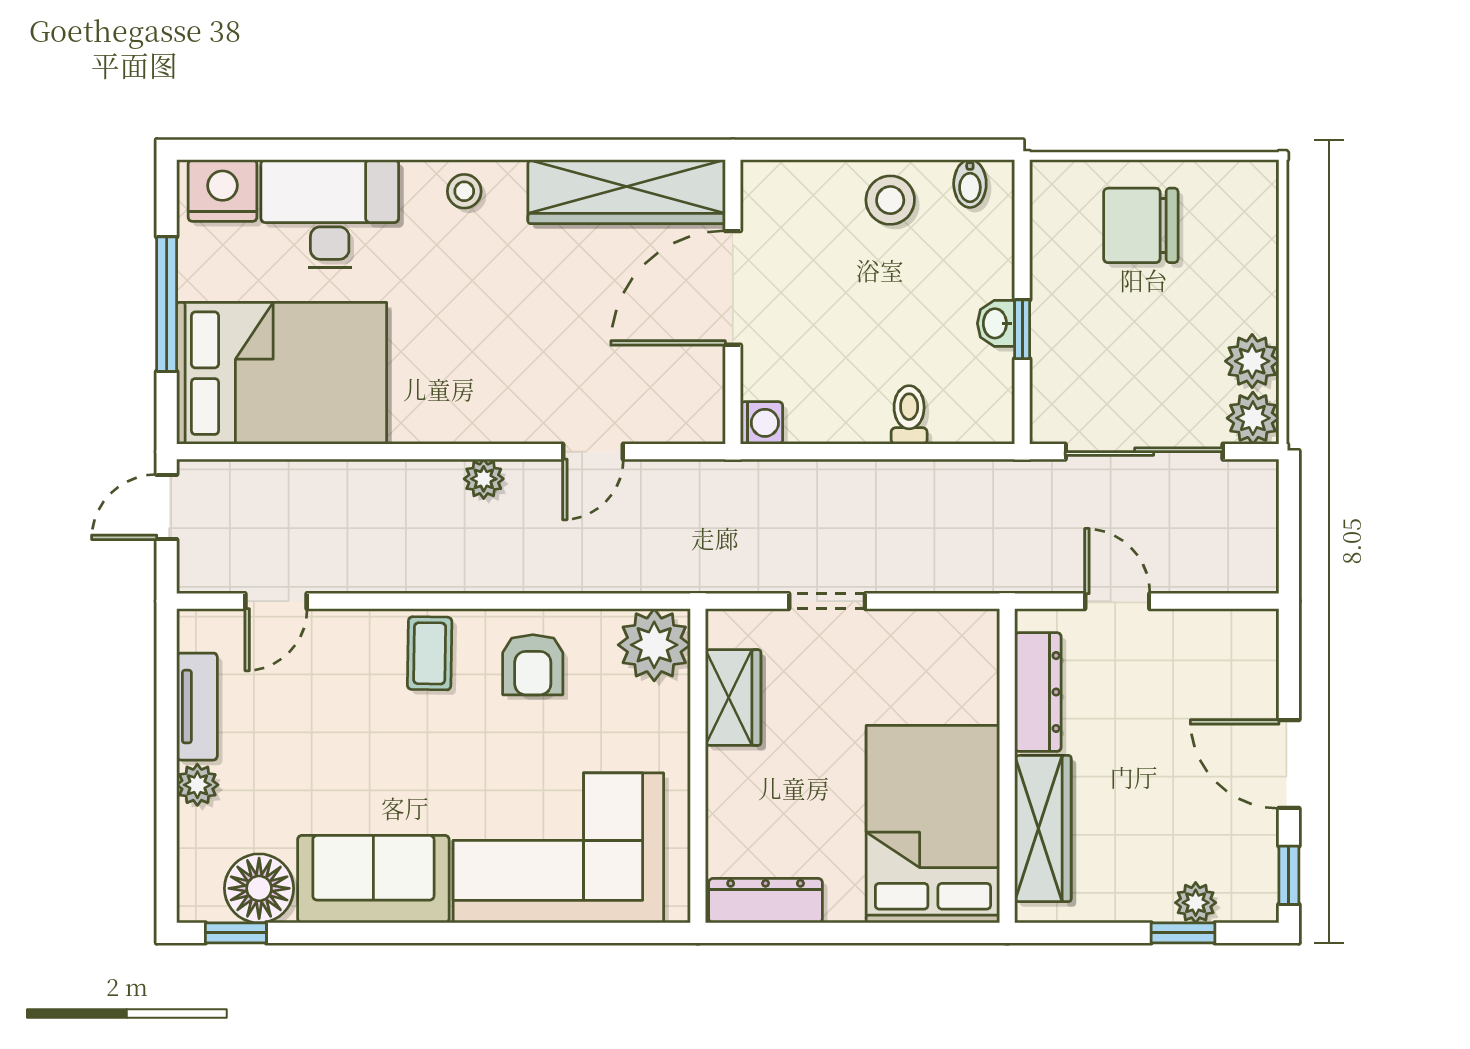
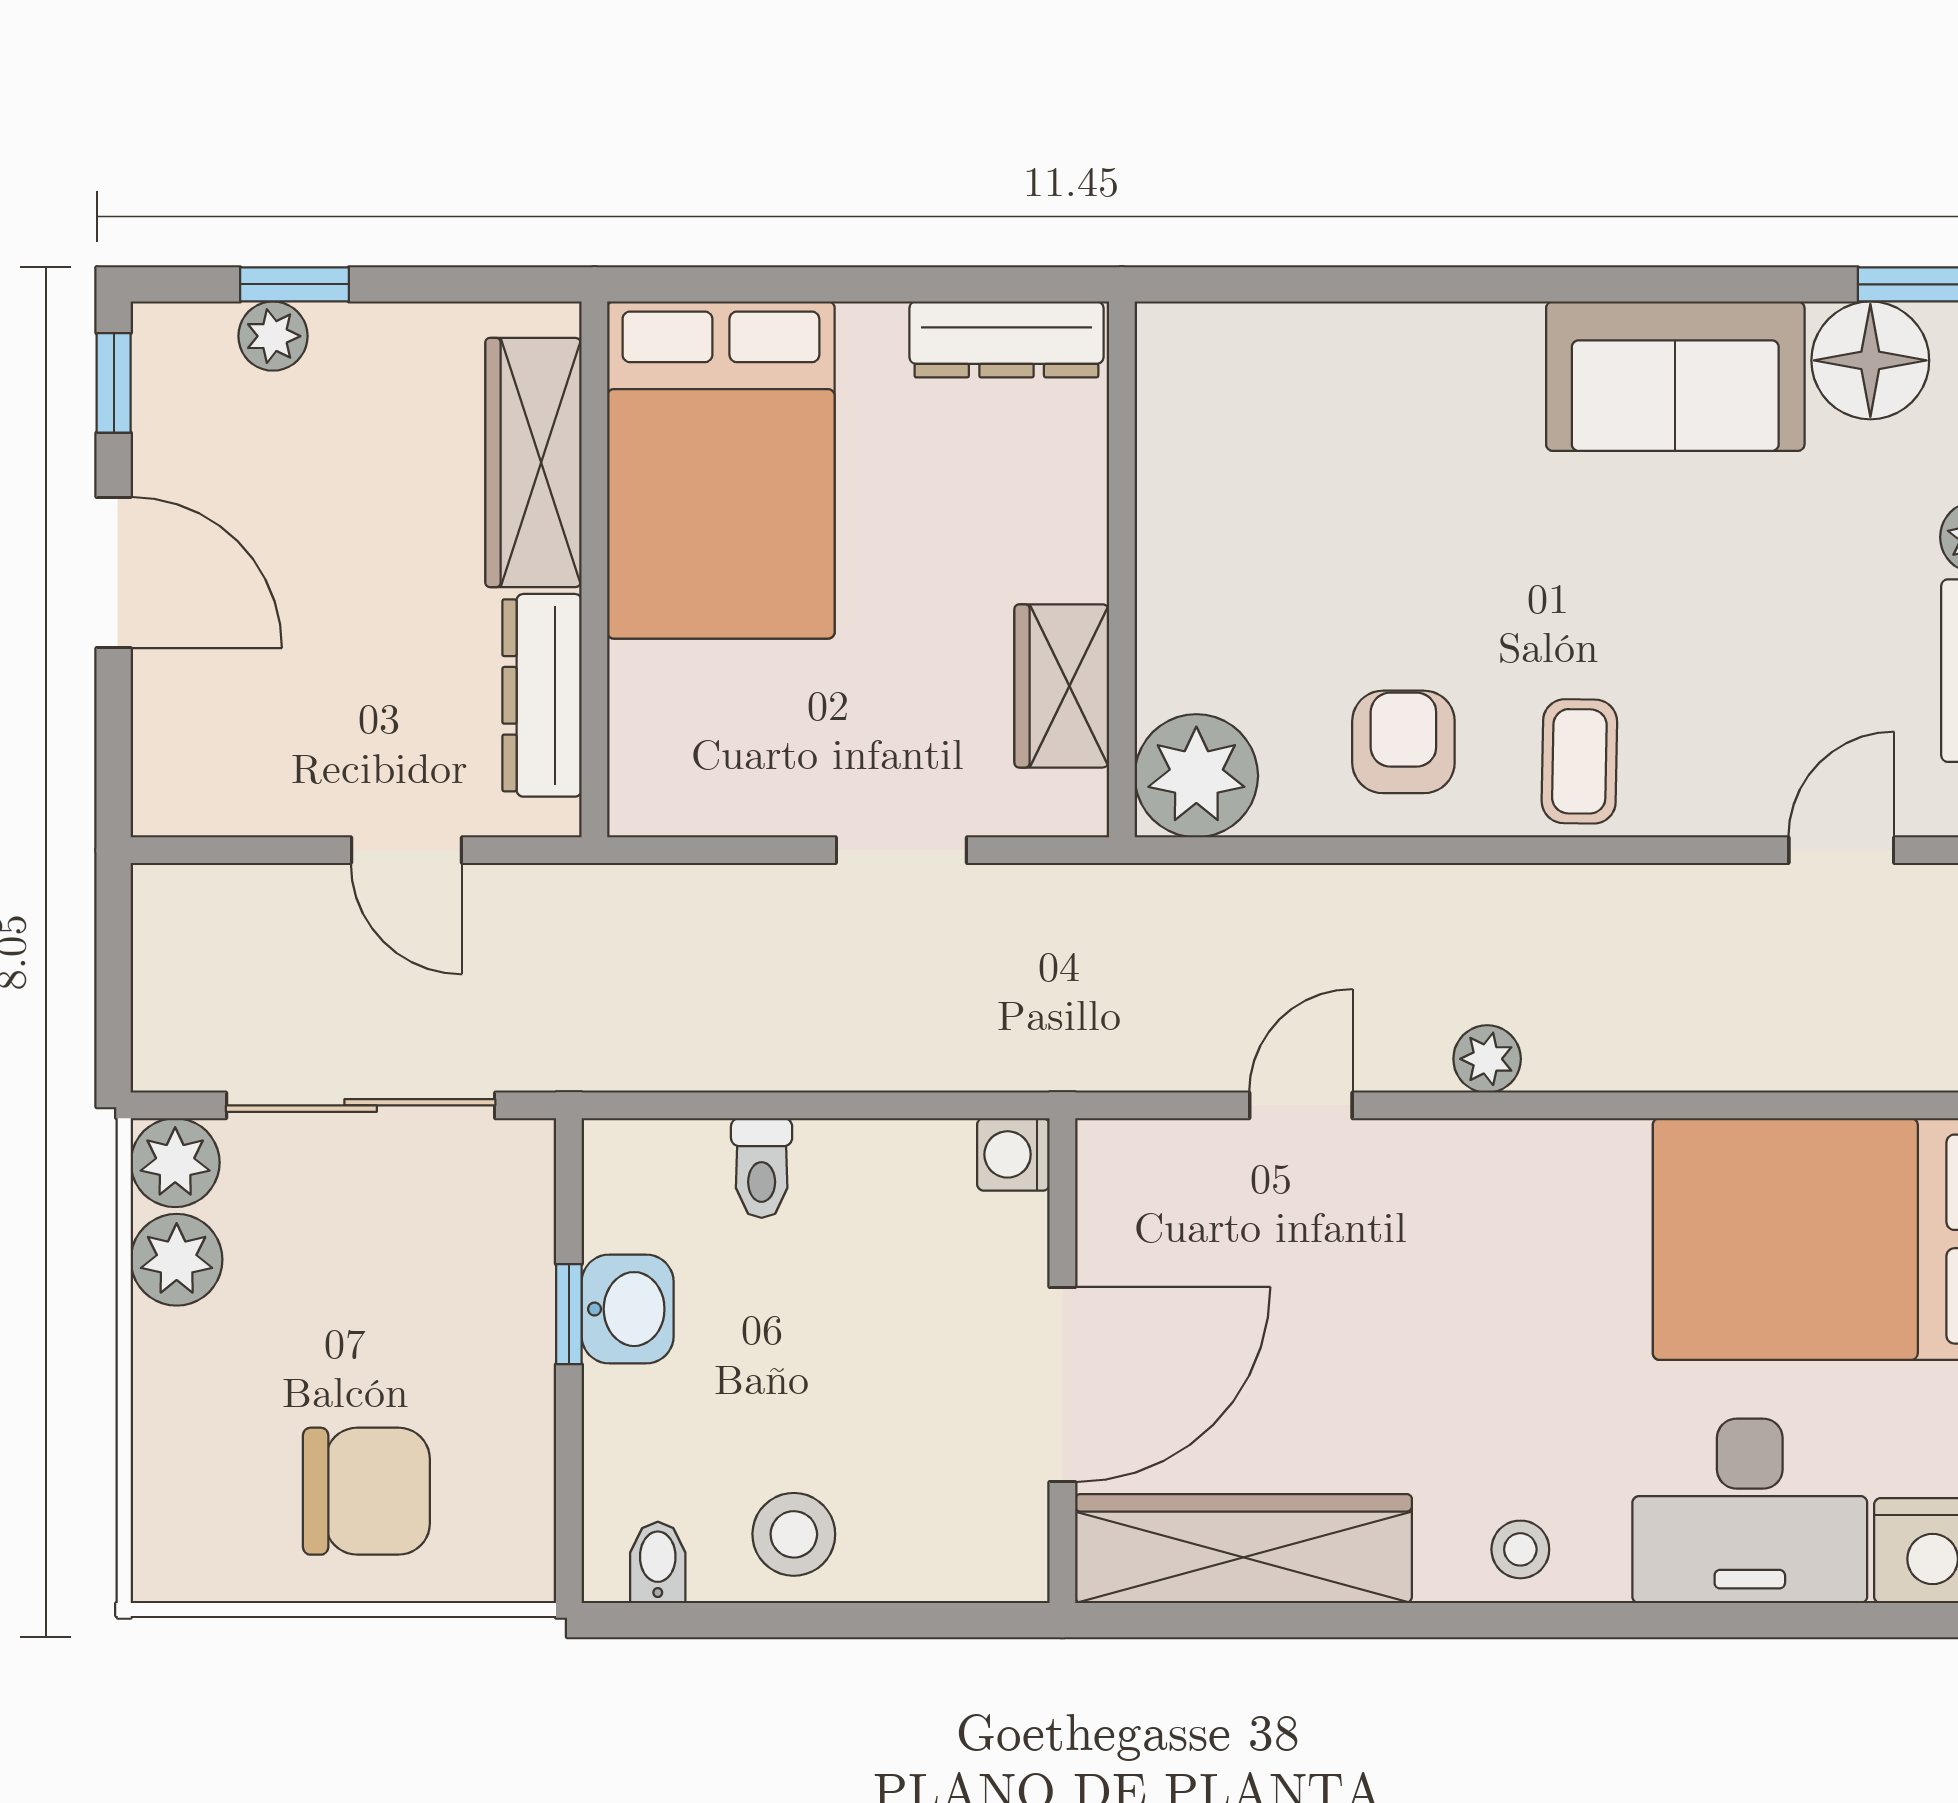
washbasin: (996, 323) -> (628, 1309), width x1.38, depth x1.45
corner sofa: (558, 848) -> (1360, 430), removed

